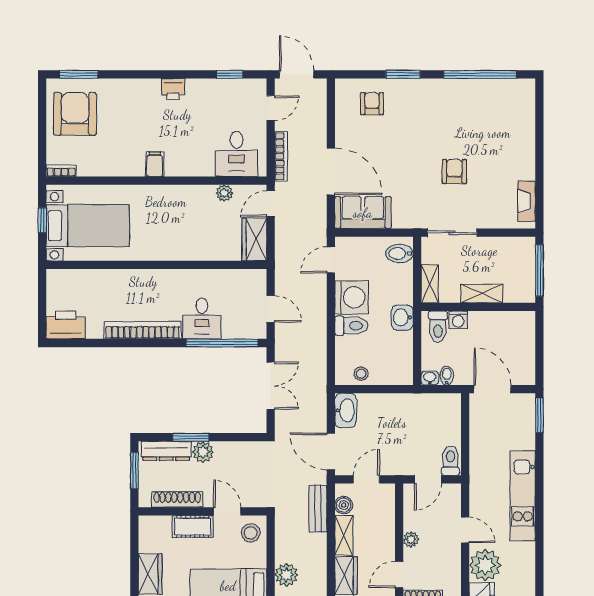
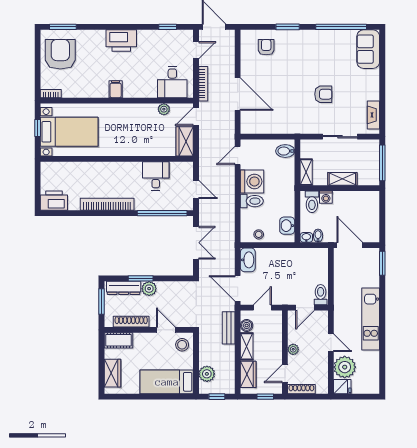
printer: (173, 89) -> (121, 40), width x1.87, depth x1.48
armchair: (454, 171) -> (323, 94), turned 90
sofa: (363, 213) -> (368, 49), moved, turned -90
sliding door: (452, 233) -> (340, 137), moved
washbasin: (402, 317) -> (287, 226), moved
desk: (202, 318) -> (156, 176), moved, turned 180
cot: (193, 527) -> (118, 340), moved

